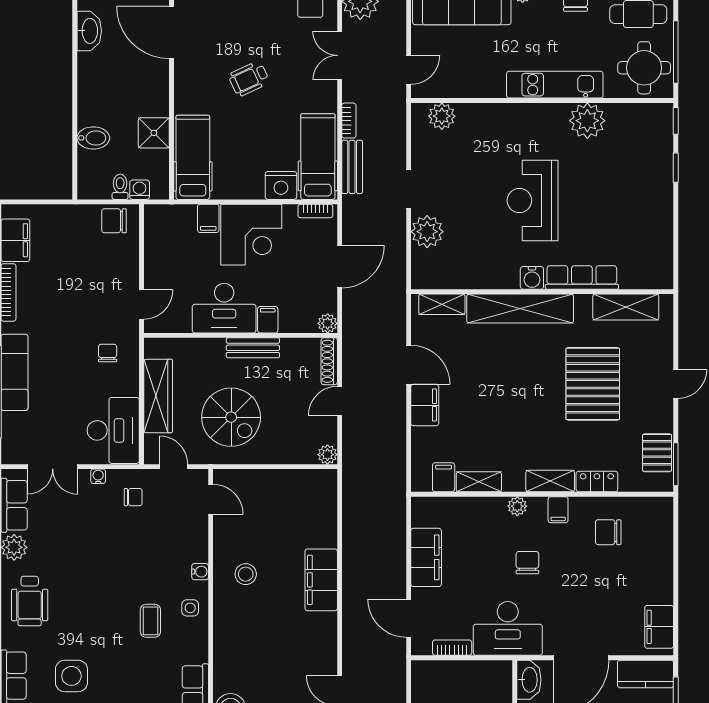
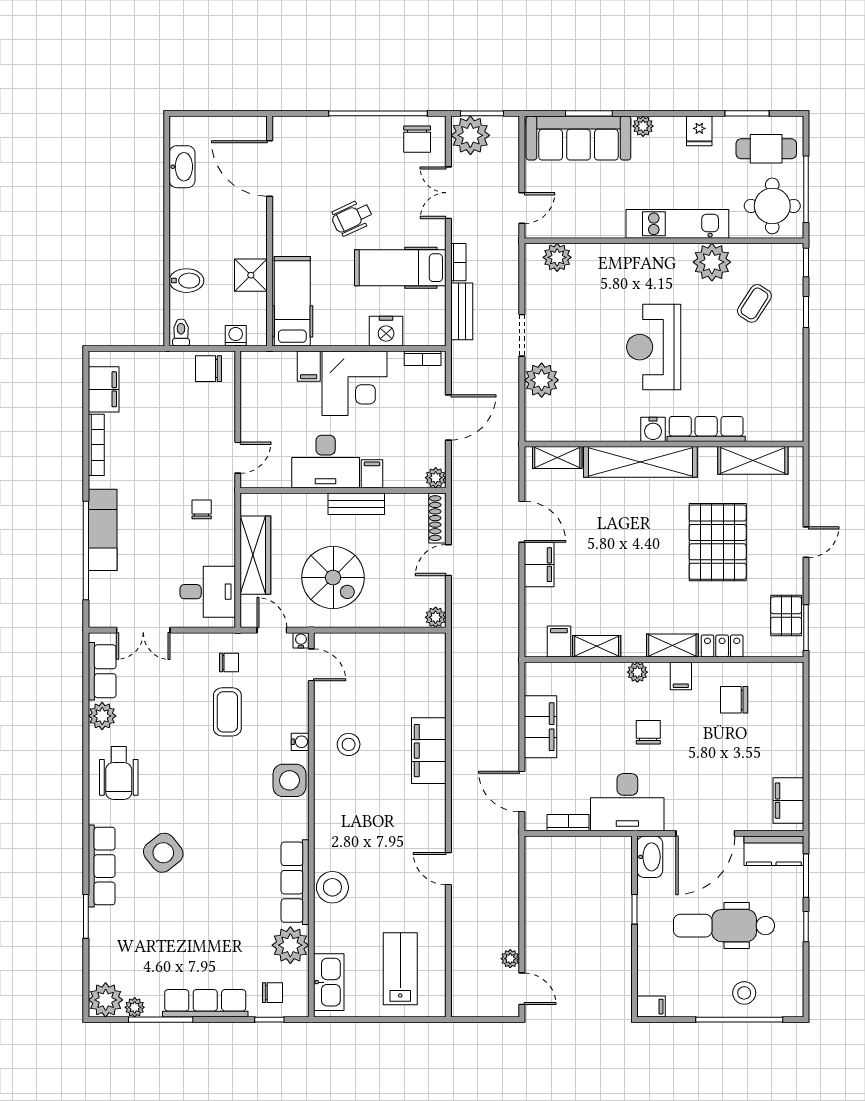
hospital bed: (318, 157) -> (400, 268), moved, turned -90
coffee table: (627, 159) -> (754, 303), added
toilet: (120, 187) -> (181, 332), moved
desk: (113, 430) -> (208, 592), width x0.73
water cooler: (98, 476) -> (301, 640), moved
side table: (190, 608) -> (289, 780), width x1.87, depth x1.87
coffee table: (150, 621) -> (227, 712), moved, width x1.36, depth x1.30
side table: (71, 676) -> (163, 853), turned -38

